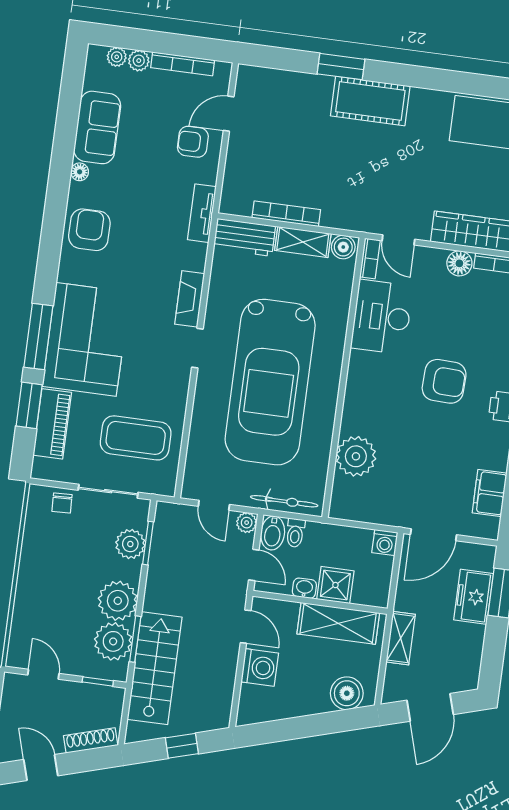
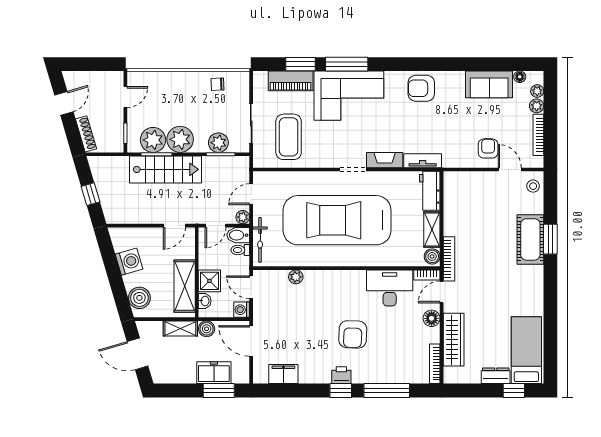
stool: (258, 82) -> (533, 186), added
cot: (370, 101) -> (530, 239), moved
floor lamp: (80, 172) -> (520, 77), moved
tv unit: (202, 213) -> (423, 161), moved
bookcase: (286, 214) -> (449, 259), moved
armchair: (89, 230) -> (421, 88), turned 180
floor lamp: (459, 263) -> (432, 318), moved
plant: (356, 456) -> (296, 277), width x0.53, depth x0.53
chair: (62, 503) -> (217, 84), moved
door: (353, 524) -> (251, 287), added
washbasin: (304, 588) -> (205, 301), moved
boiler: (406, 599) -> (207, 329), added
washing machine: (260, 667) -> (129, 262), moved, turned -106
stairs: (155, 668) -> (166, 169), moved

